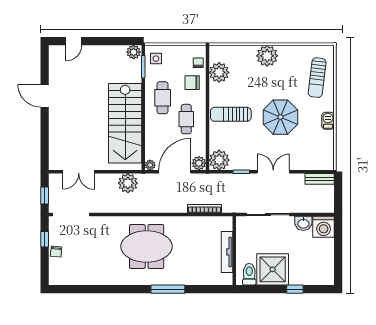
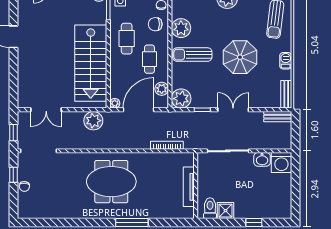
plant: (219, 72) -> (181, 28), moved
bench: (329, 156) -> (286, 94), added
plant: (199, 163) -> (162, 89), moved
shower: (273, 269) -> (225, 211), width x0.54, depth x0.54

